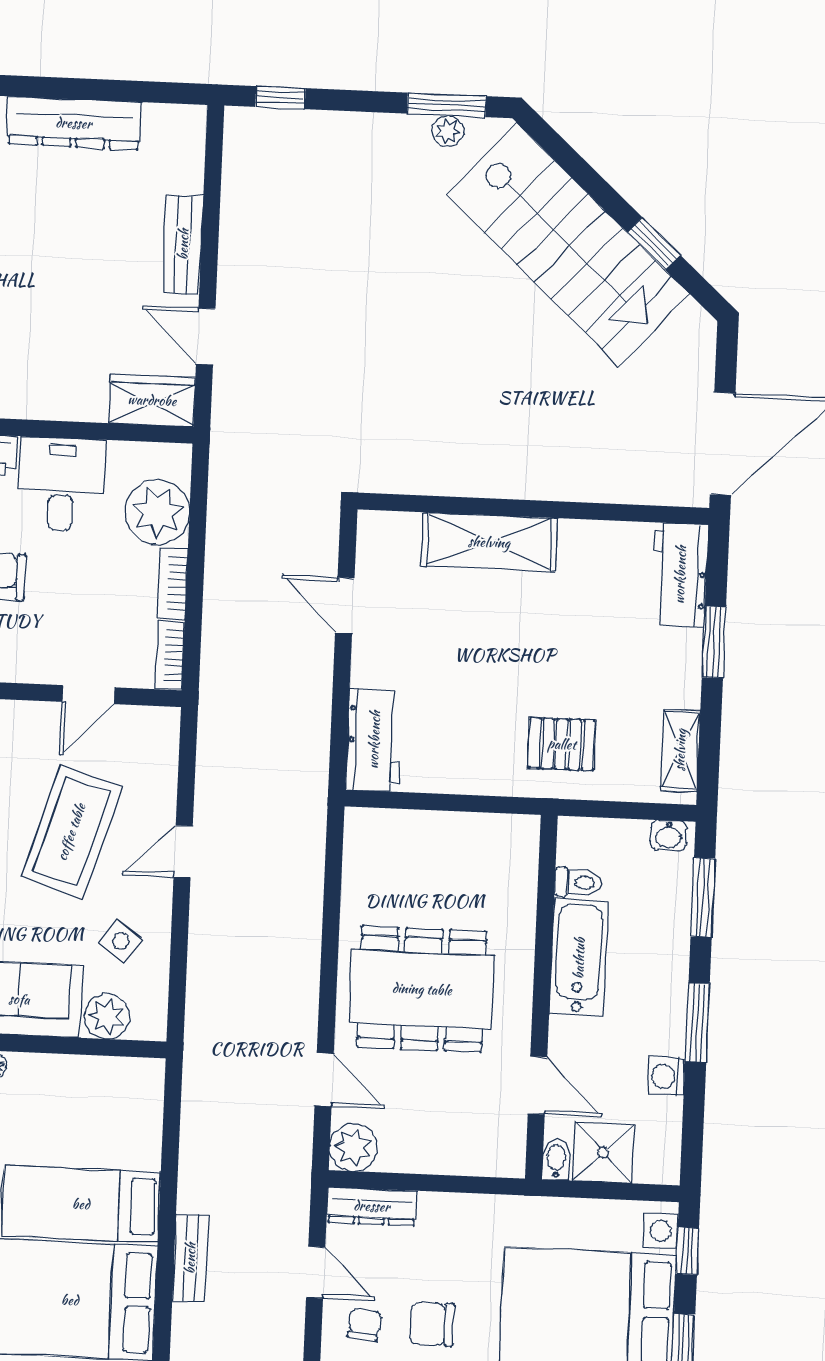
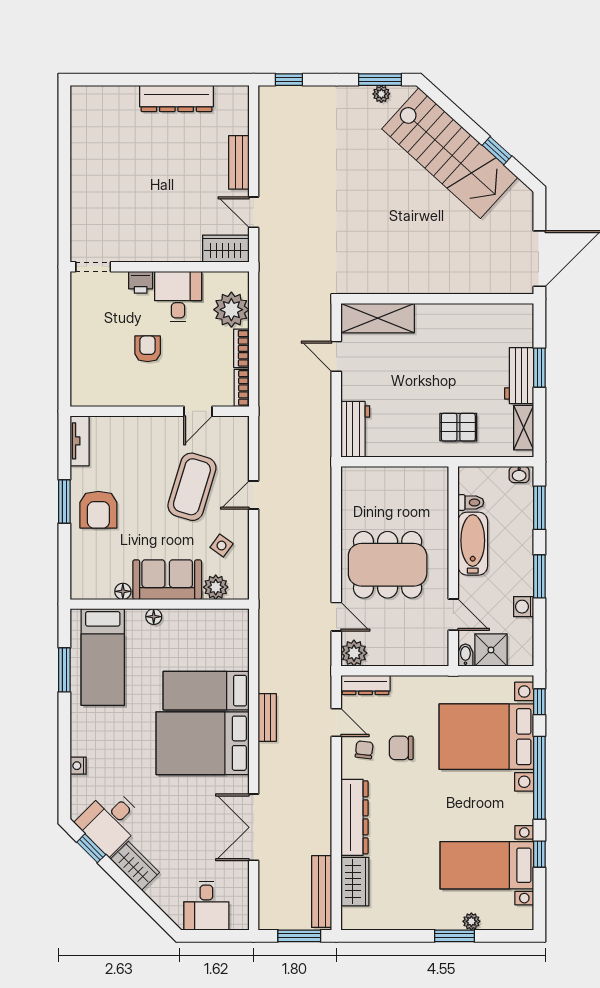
shelving: (489, 542) -> (378, 318), moved
workbench: (680, 575) -> (519, 376), moved

